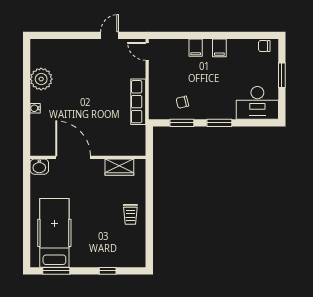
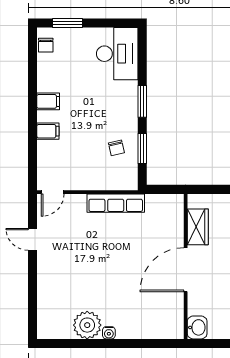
window: (282, 75) -> (68, 23), moved
water cooler: (35, 108) -> (109, 333), moved
door: (73, 157) -> (186, 270), moved

